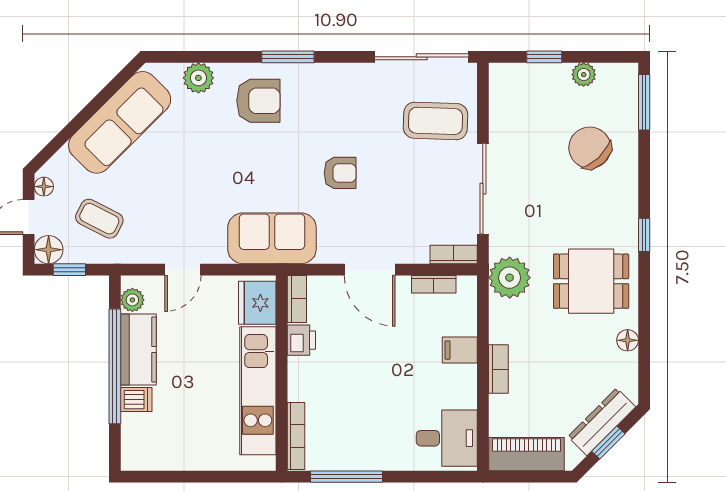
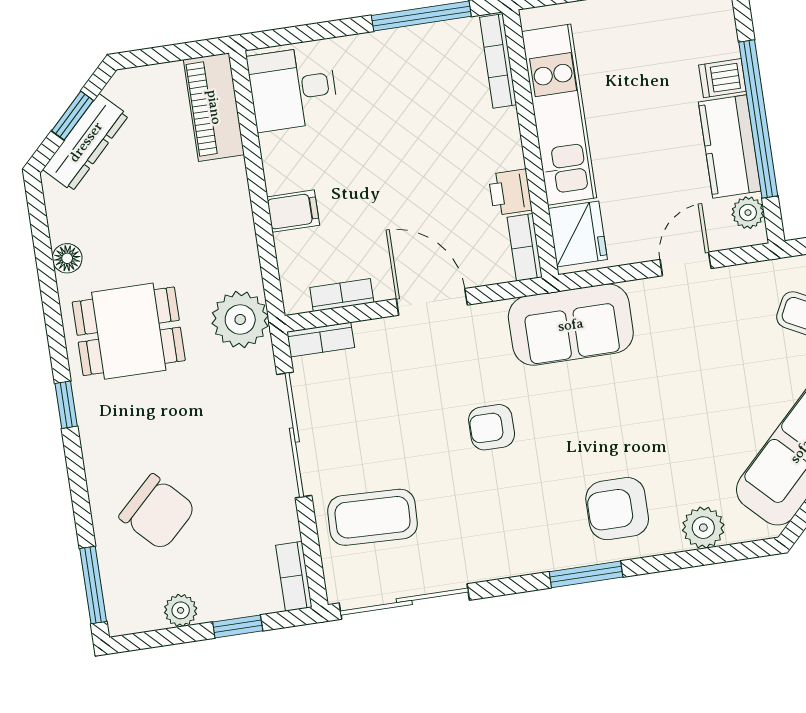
bookcase: (498, 369) -> (294, 576), moved
piano: (527, 454) -> (214, 107), moved, turned 90

